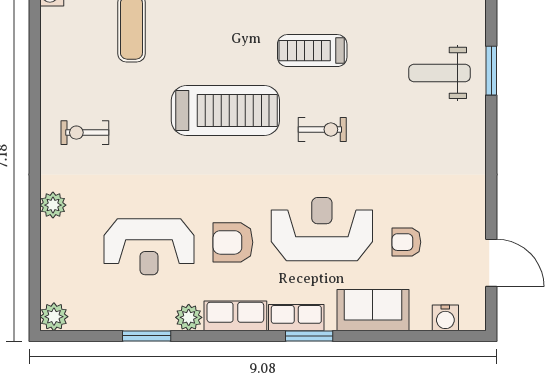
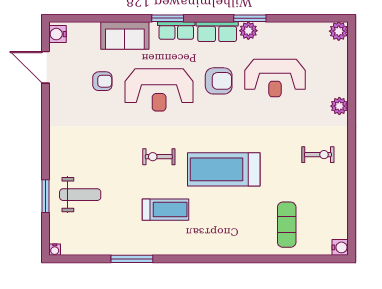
reception desk: (149, 247) -> (275, 78), turned 180
water cooler: (445, 318) -> (58, 34), moved, turned -90
window: (147, 336) -> (250, 18), moved

